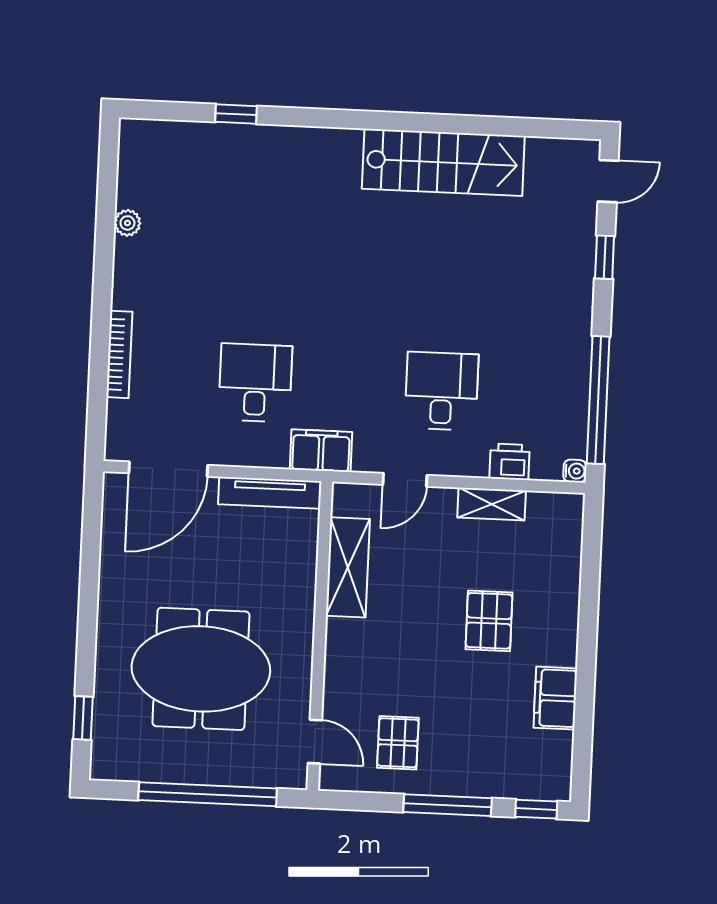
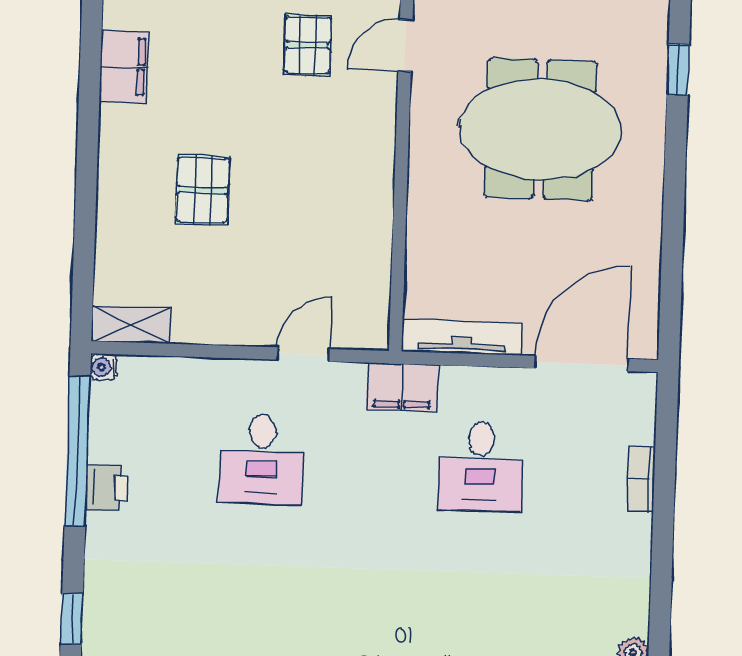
bookcase: (119, 354) -> (641, 479), width x0.64
printer: (509, 462) -> (107, 488), moved, turned -90
shelving: (492, 504) -> (131, 325), moved
shelving: (348, 567) -> (369, 251), removed
filing cabinet: (555, 698) -> (124, 67), moved
door: (315, 742) -> (405, 45), hinge flipped

